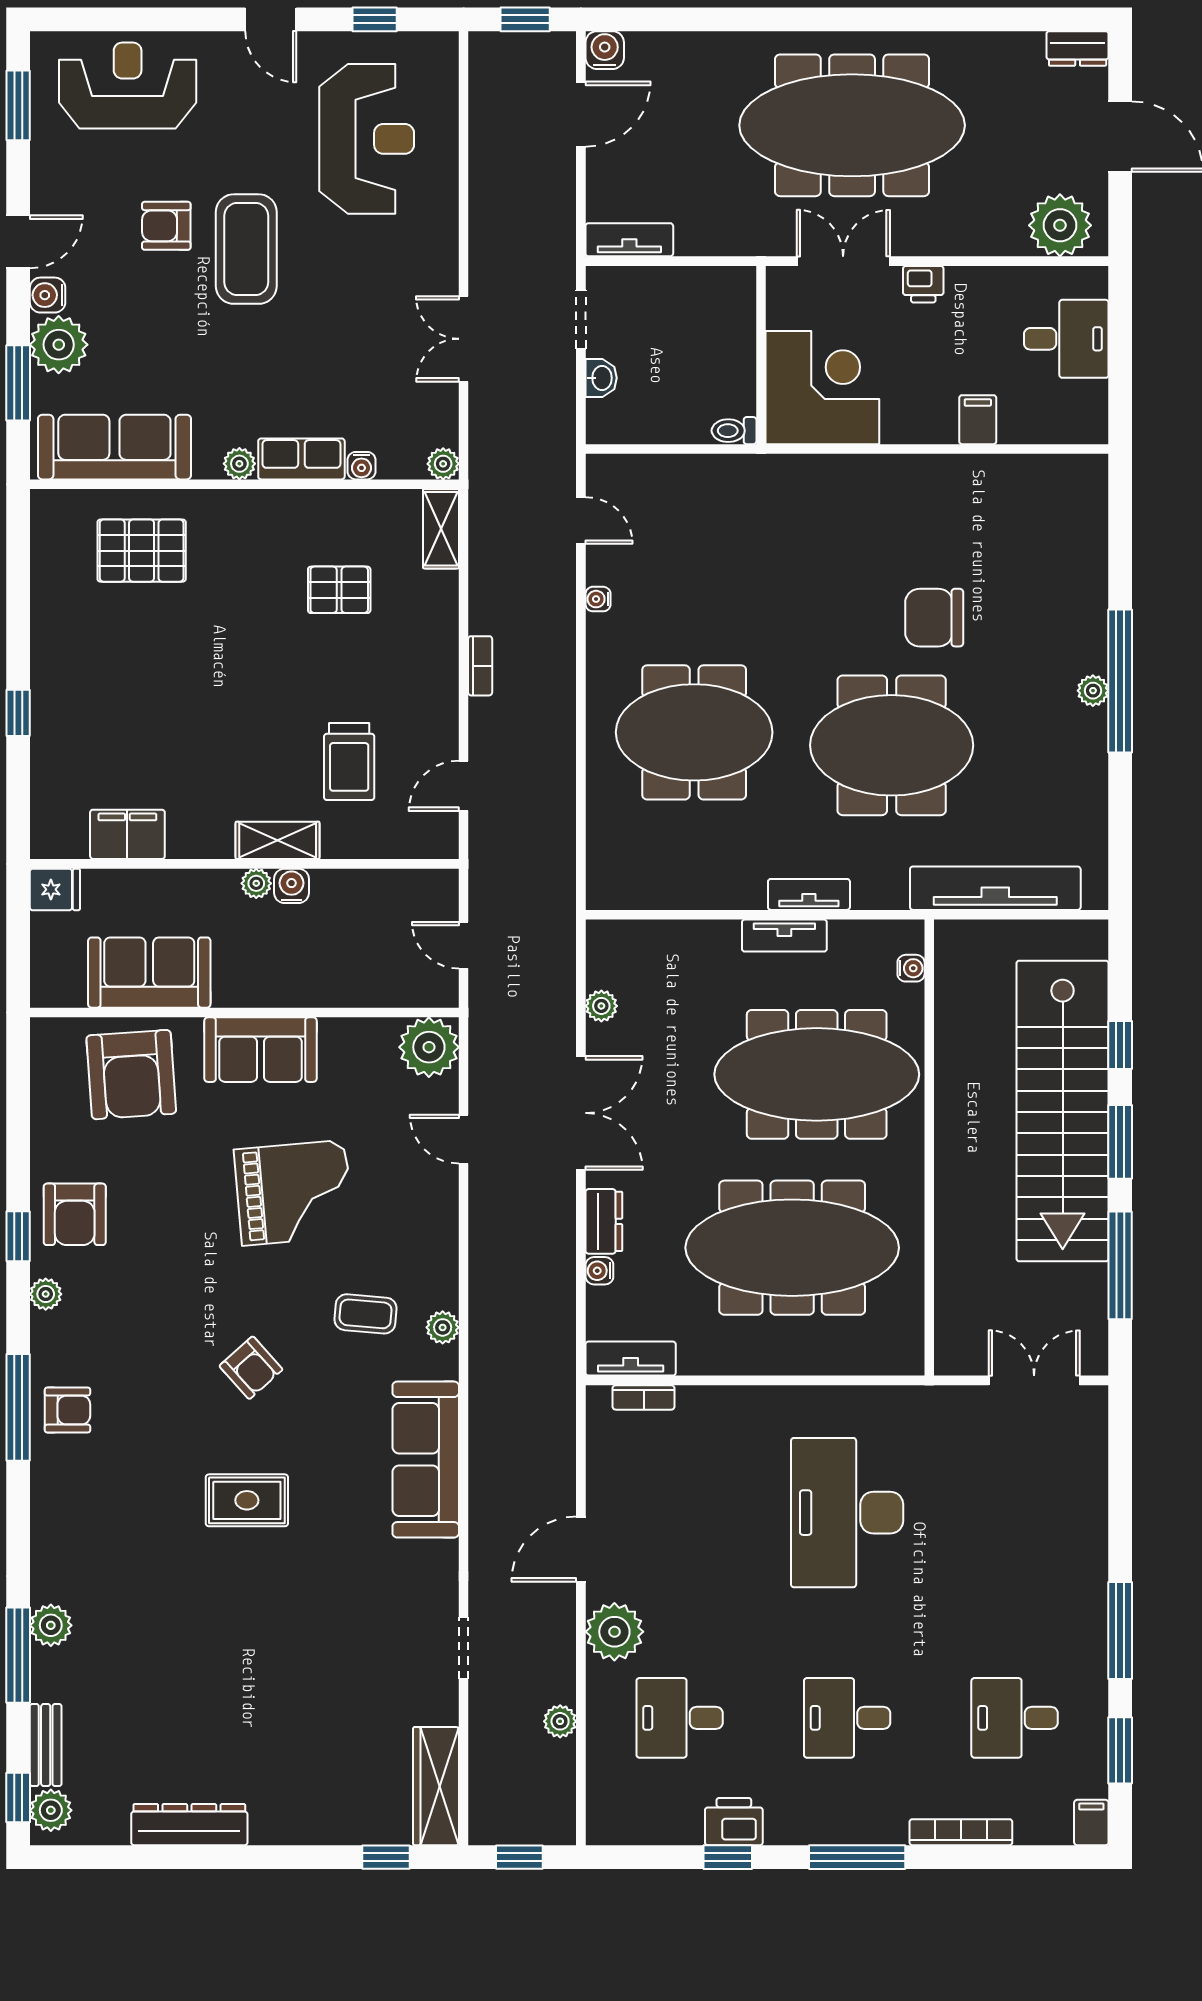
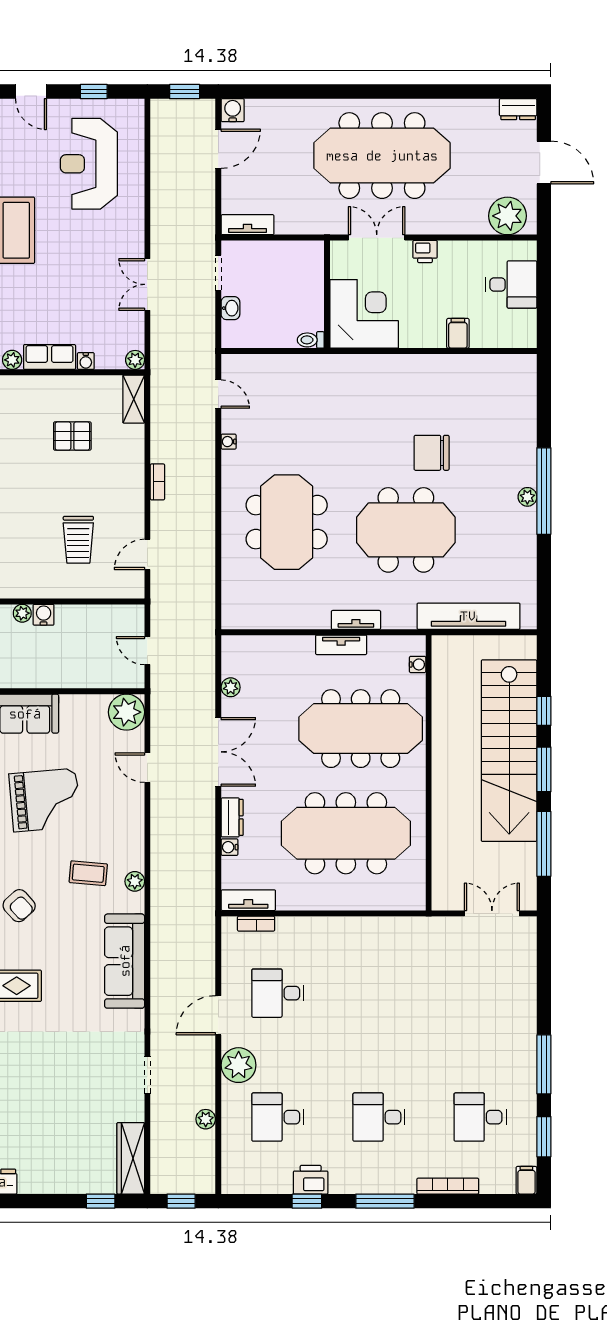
reception desk: (367, 139) -> (89, 164), turned 180
meeting table: (694, 732) -> (287, 522), turned 90
shelving: (278, 840) -> (35, 587), removed
desk: (847, 1513) -> (278, 993), moved, width x0.53, depth x0.77

